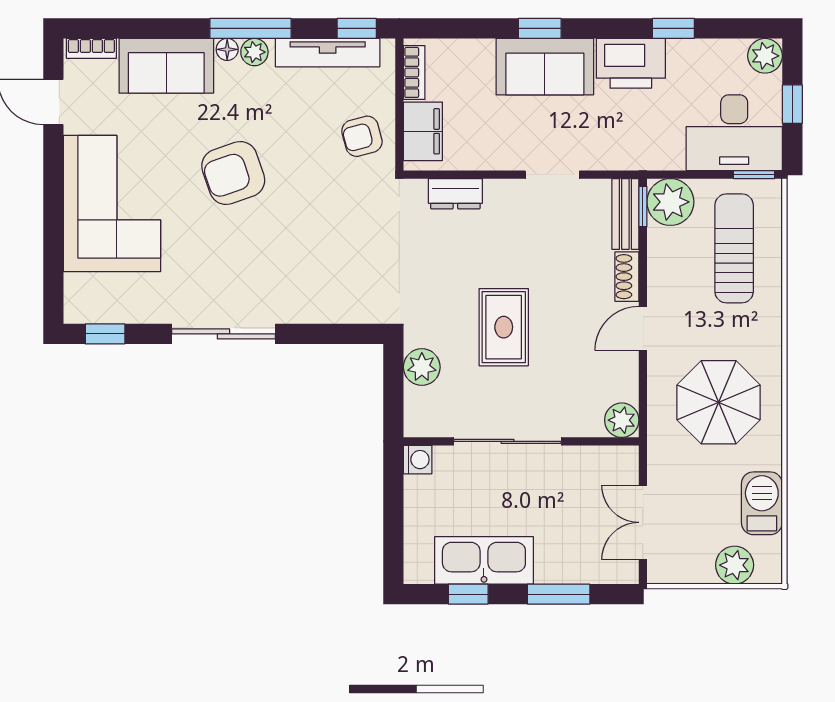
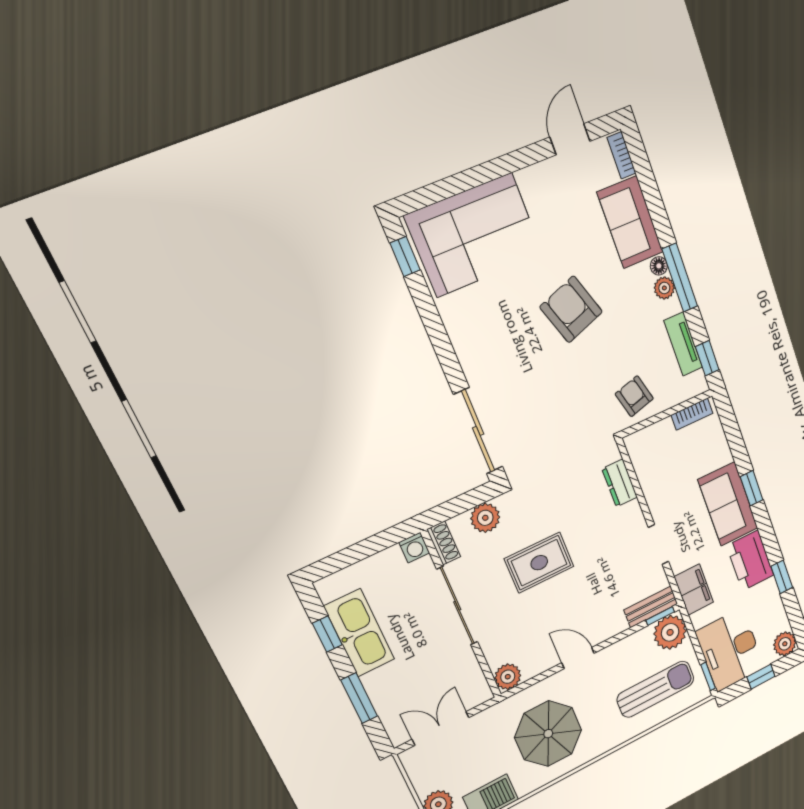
tv unit: (328, 53) -> (683, 344), width x0.71
filing cabinet: (423, 131) -> (694, 590), moved, turned -90
corner sofa: (112, 204) -> (474, 235), moved
shoe rack: (627, 277) -> (444, 543), moved, turned 90
sliding door: (223, 334) -> (478, 431), moved

